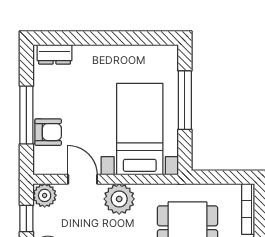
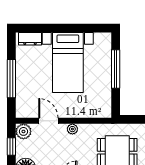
bed with nightstands: (140, 129) -> (68, 62), moved, turned 180
armchair: (48, 132) -> (26, 90), removed
plant: (119, 199) -> (72, 129), width x0.53, depth x0.53

